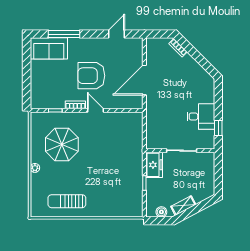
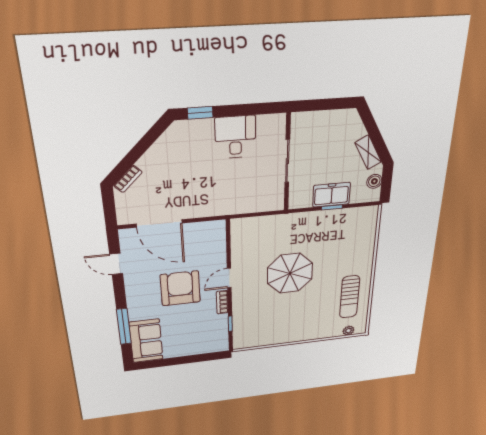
armchair: (91, 76) -> (180, 288), turned 180
door: (144, 80) -> (159, 223), moved
window: (218, 128) -> (200, 113), moved
parasol: (62, 145) -> (290, 273), moved
freezer: (154, 165) -> (331, 195), moved
plant: (35, 168) -> (348, 331), moved

